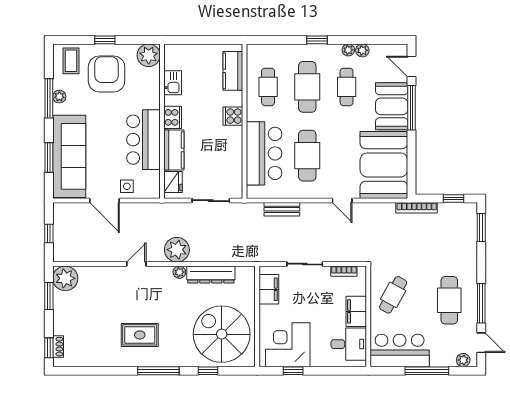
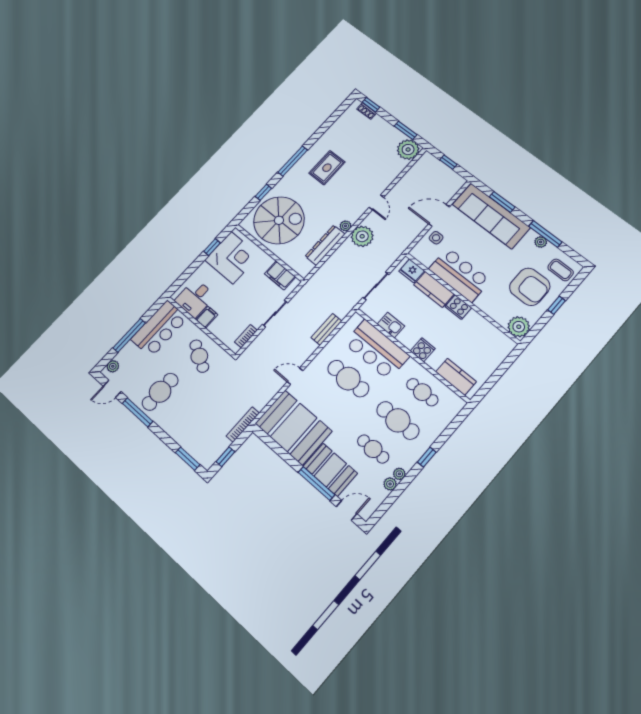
kitchen sink: (173, 83) -> (391, 325), moved, turned 180
cafe table: (449, 300) -> (160, 392), turned 90
filing cabinet: (356, 311) -> (207, 317), width x0.50

